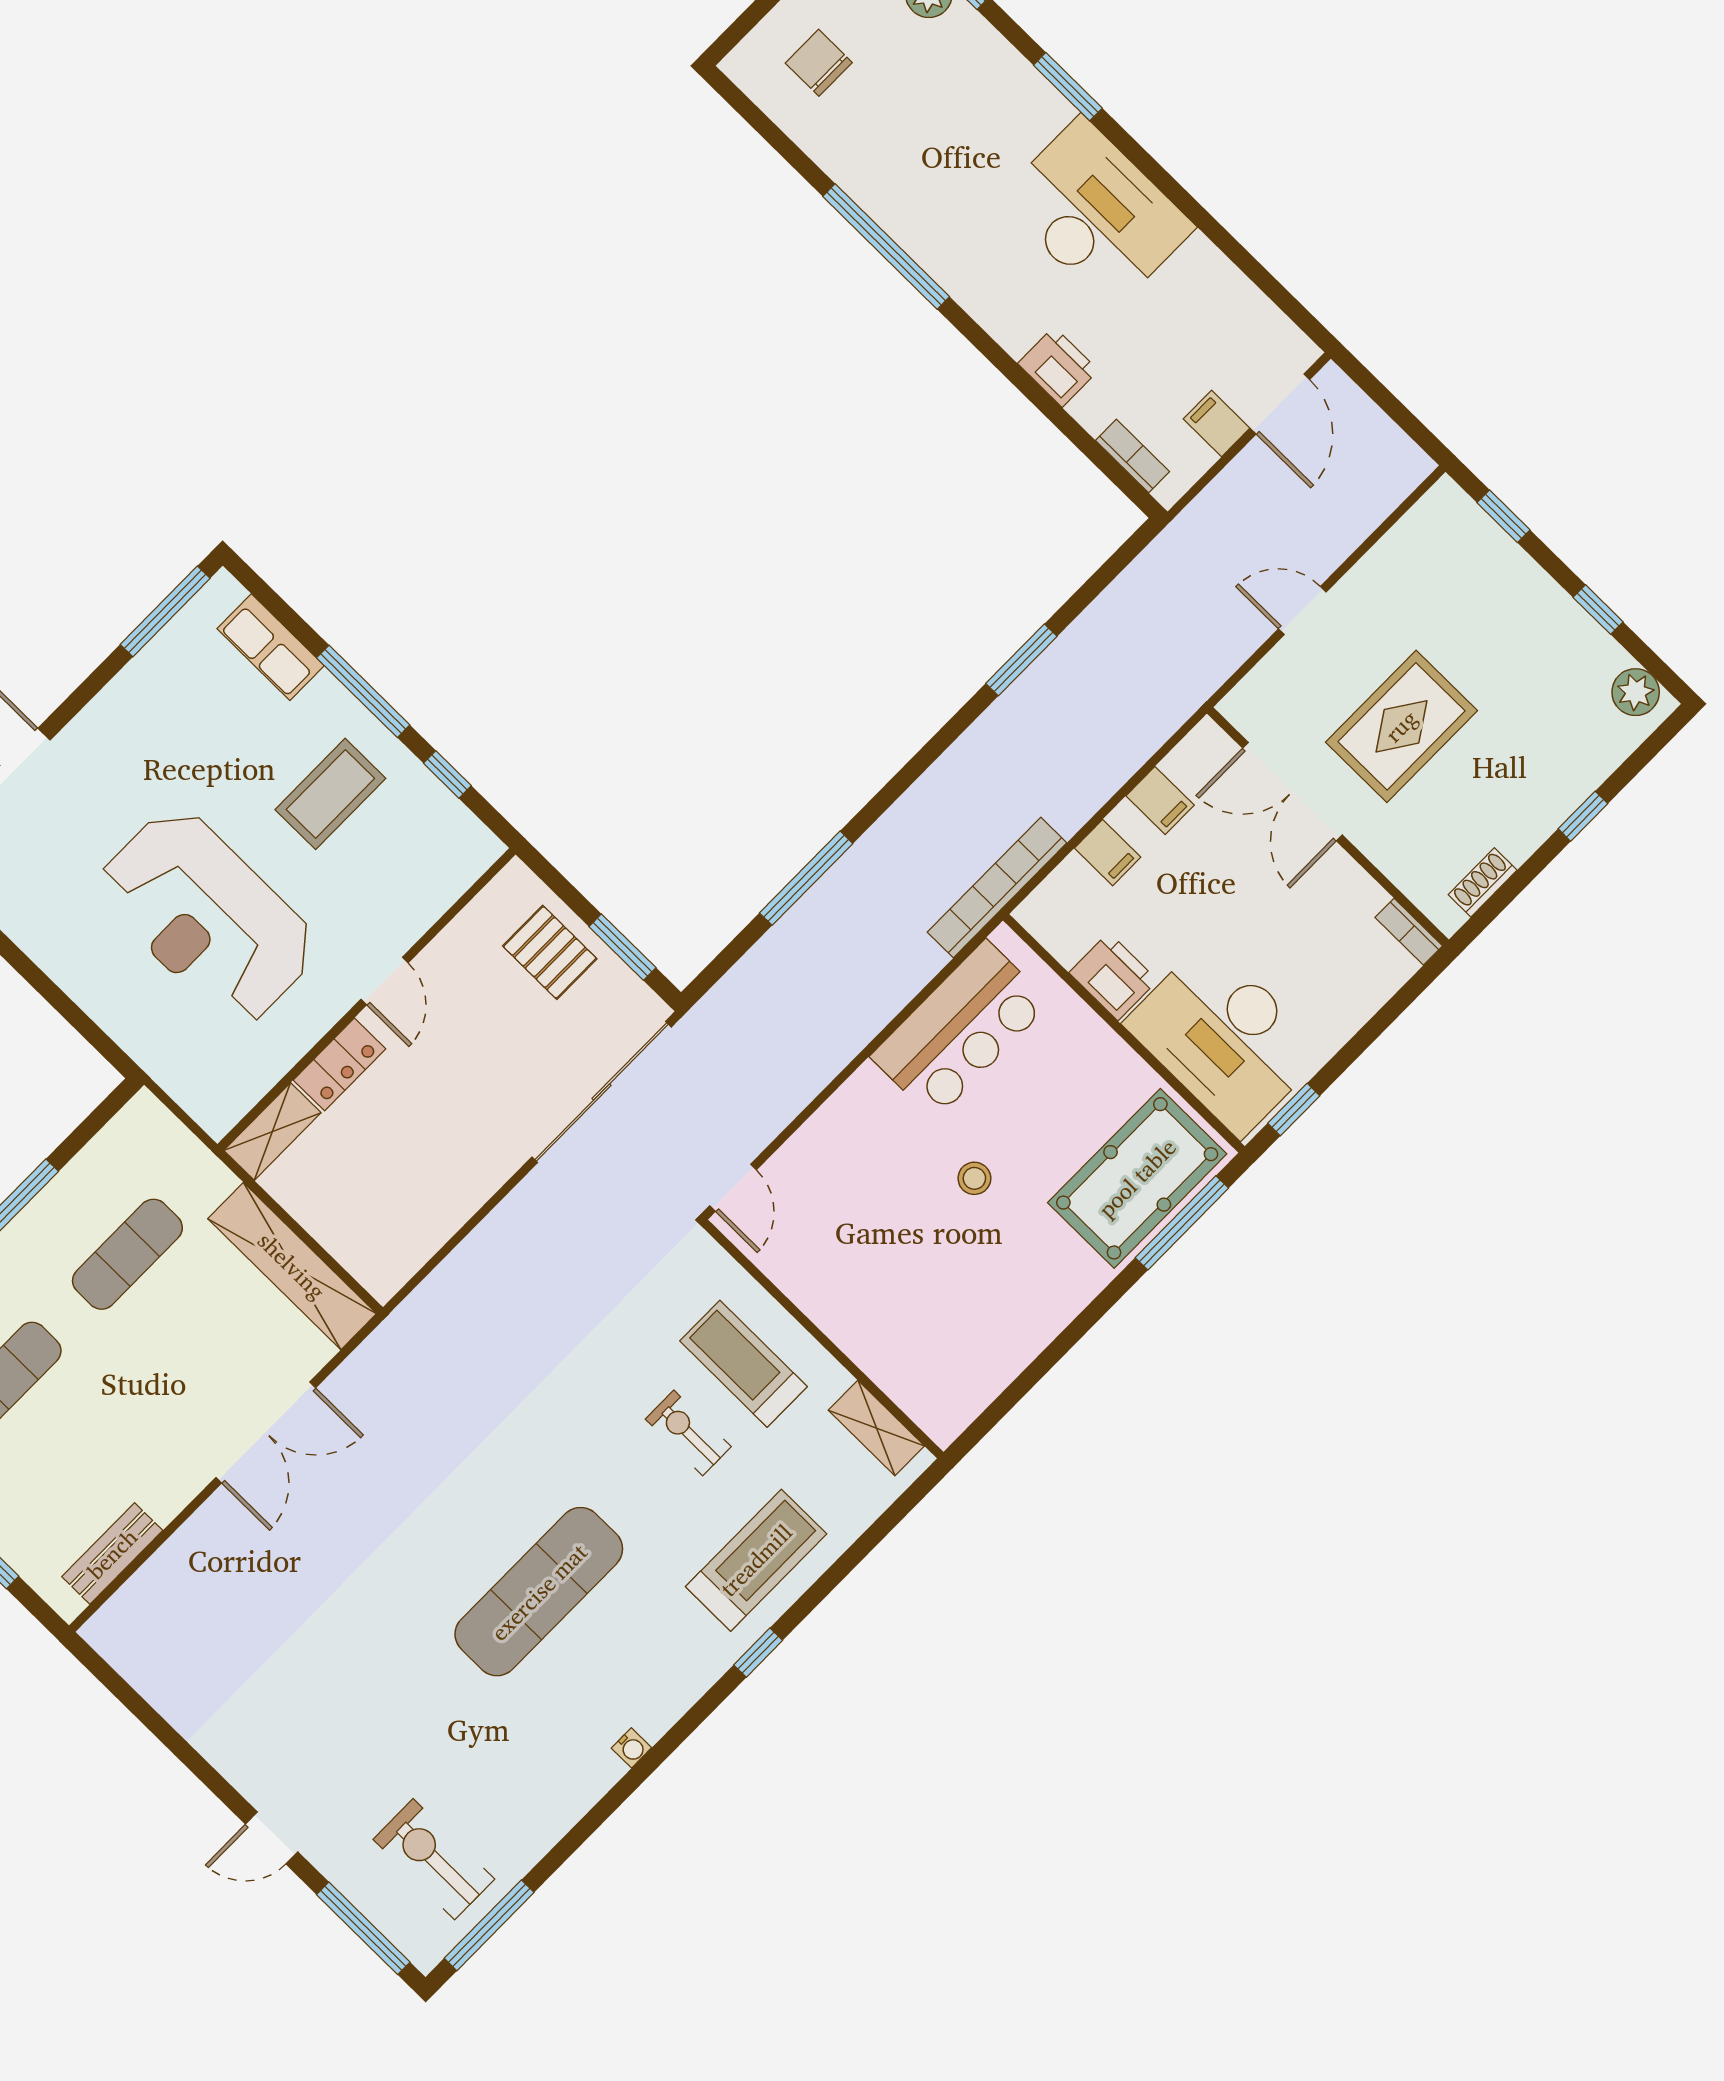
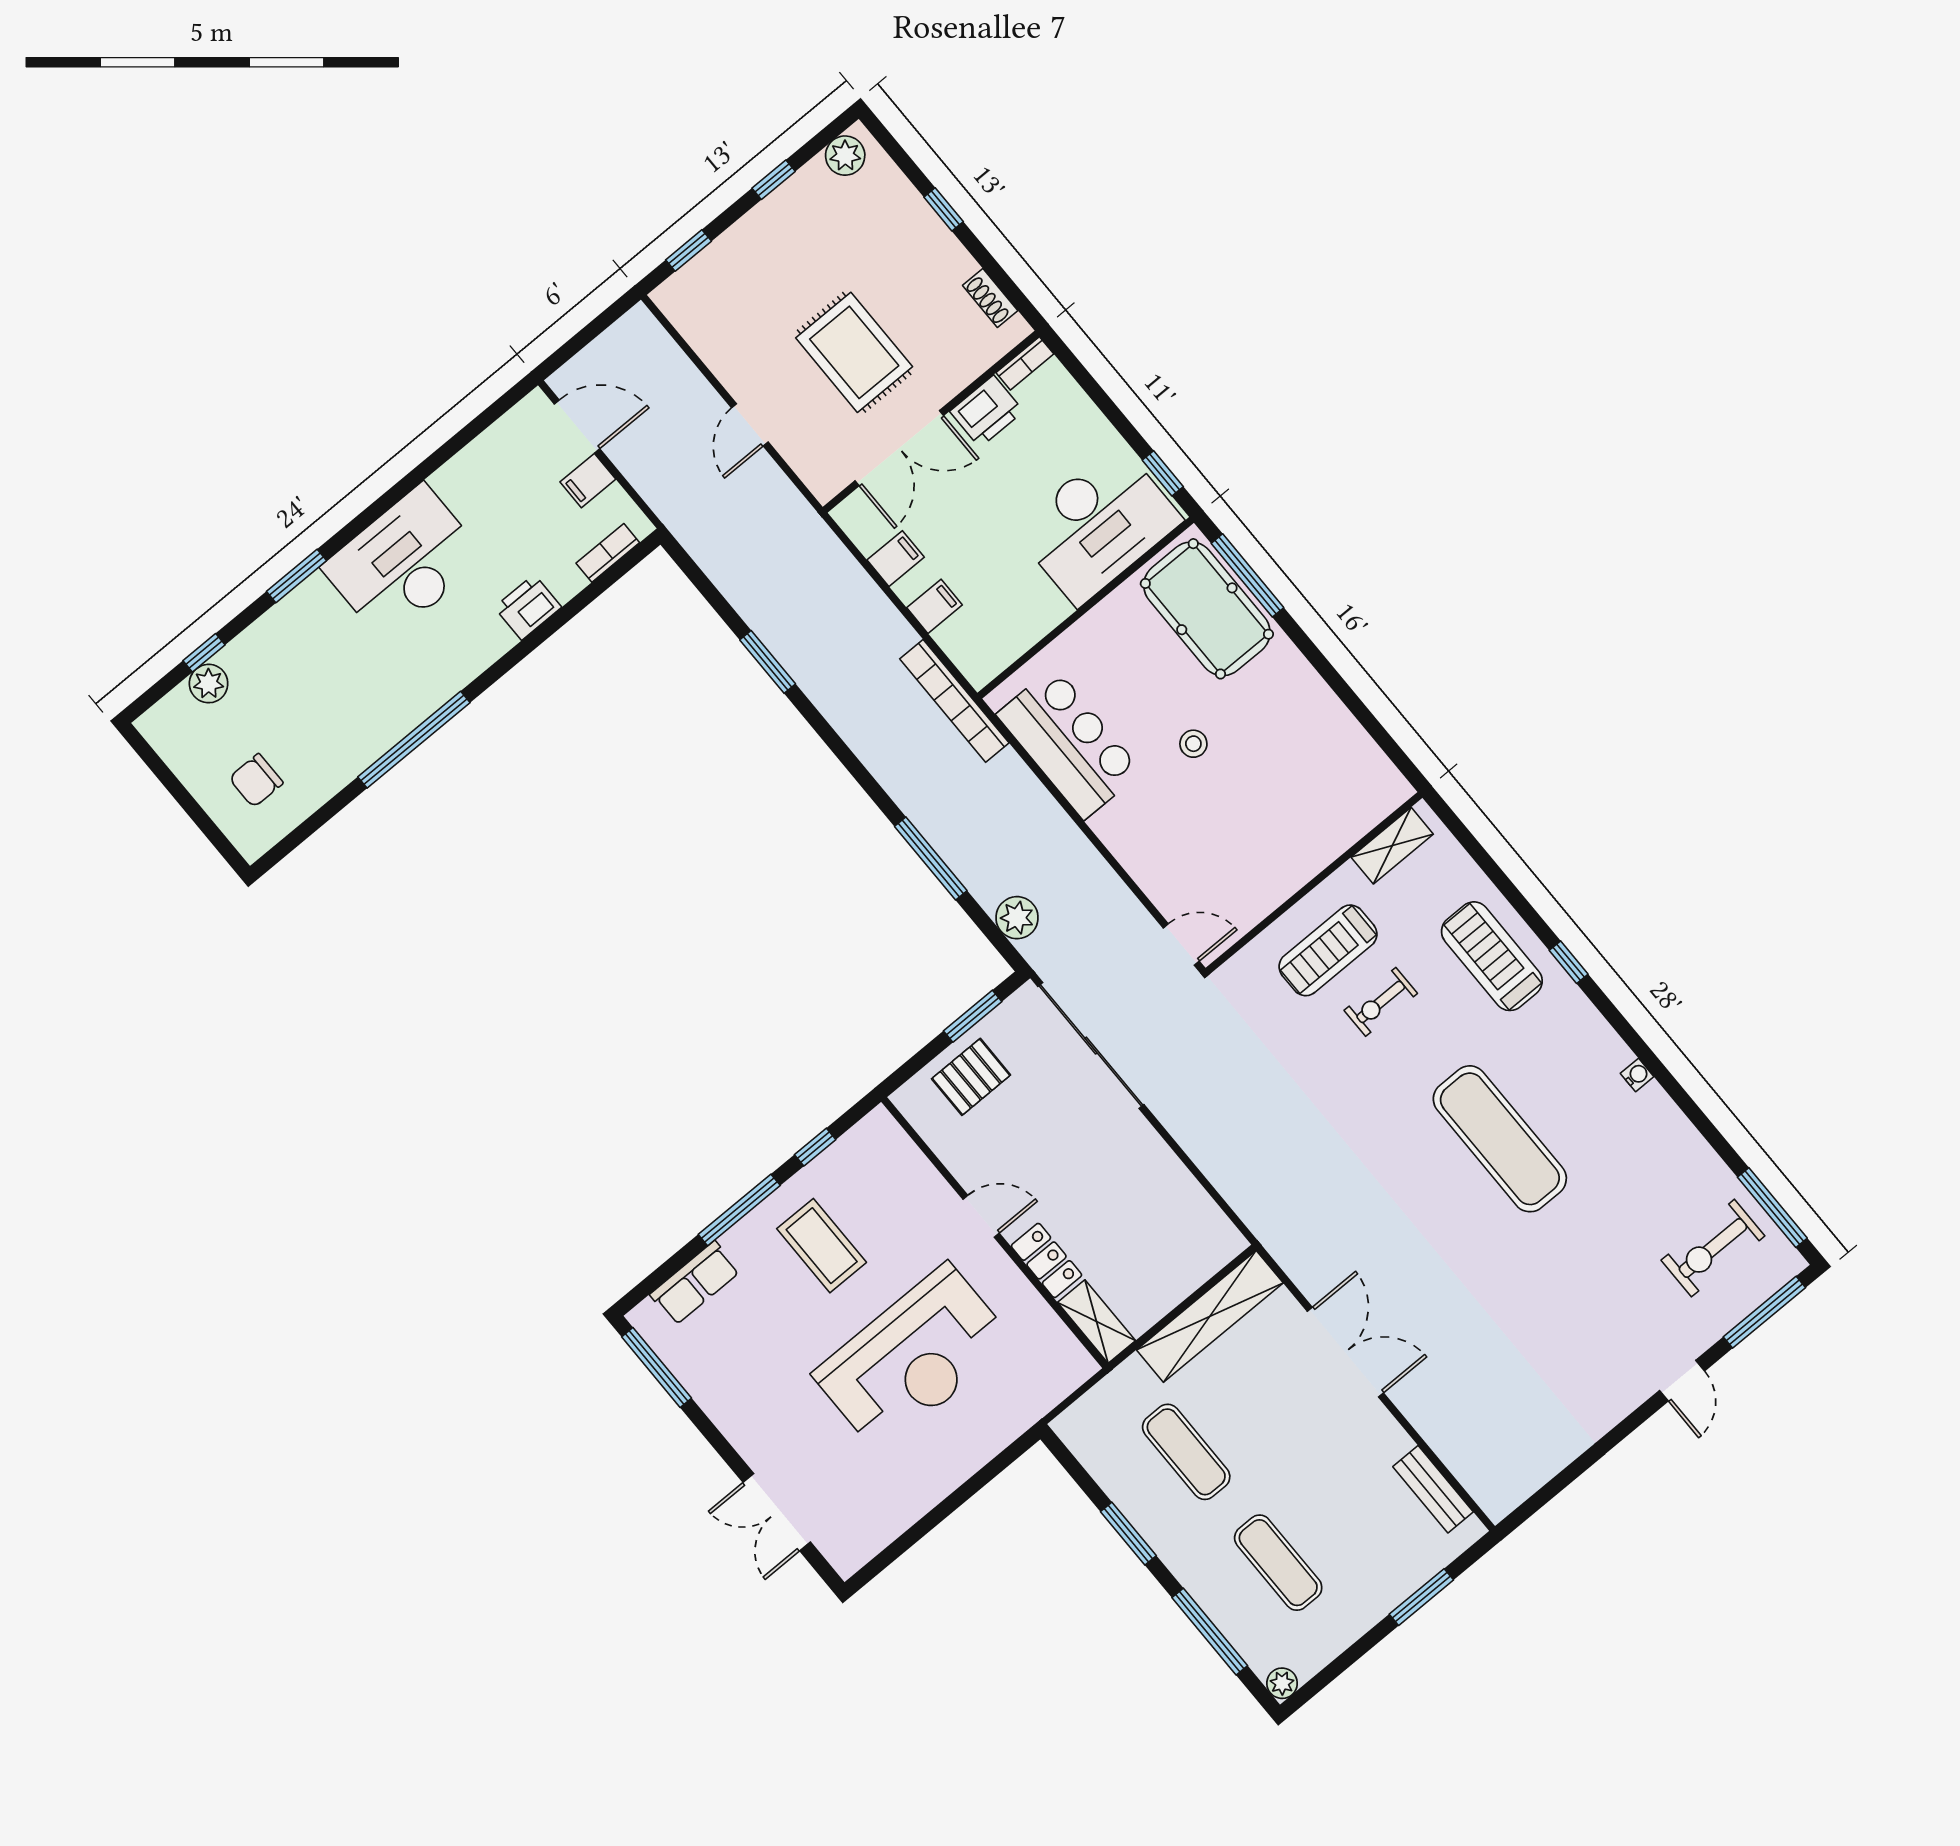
printer: (1113, 977) -> (987, 411), moved, turned 180
plant: (745, 988) -> (1017, 918), added

